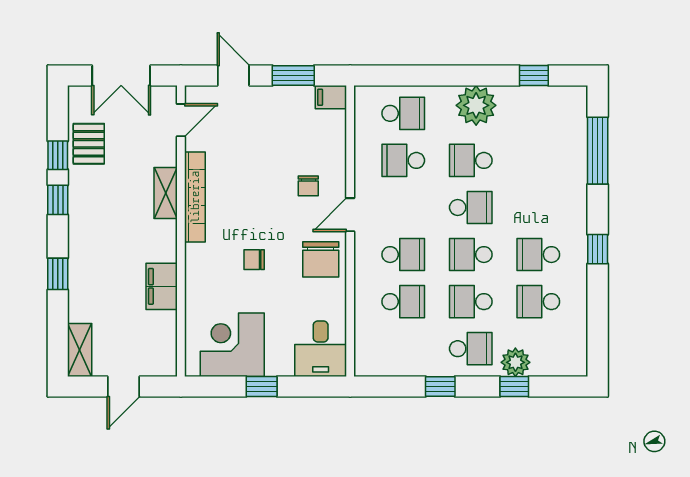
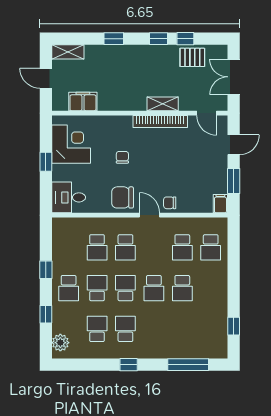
plant: (476, 105) -> (216, 291), removed
school desk: (403, 160) -> (182, 247), turned 180
school desk: (471, 160) -> (182, 288), turned 180
chair: (308, 186) -> (170, 203), moved
filing cabinet: (162, 286) -> (83, 101), moved
plant: (515, 362) -> (60, 343), moved

